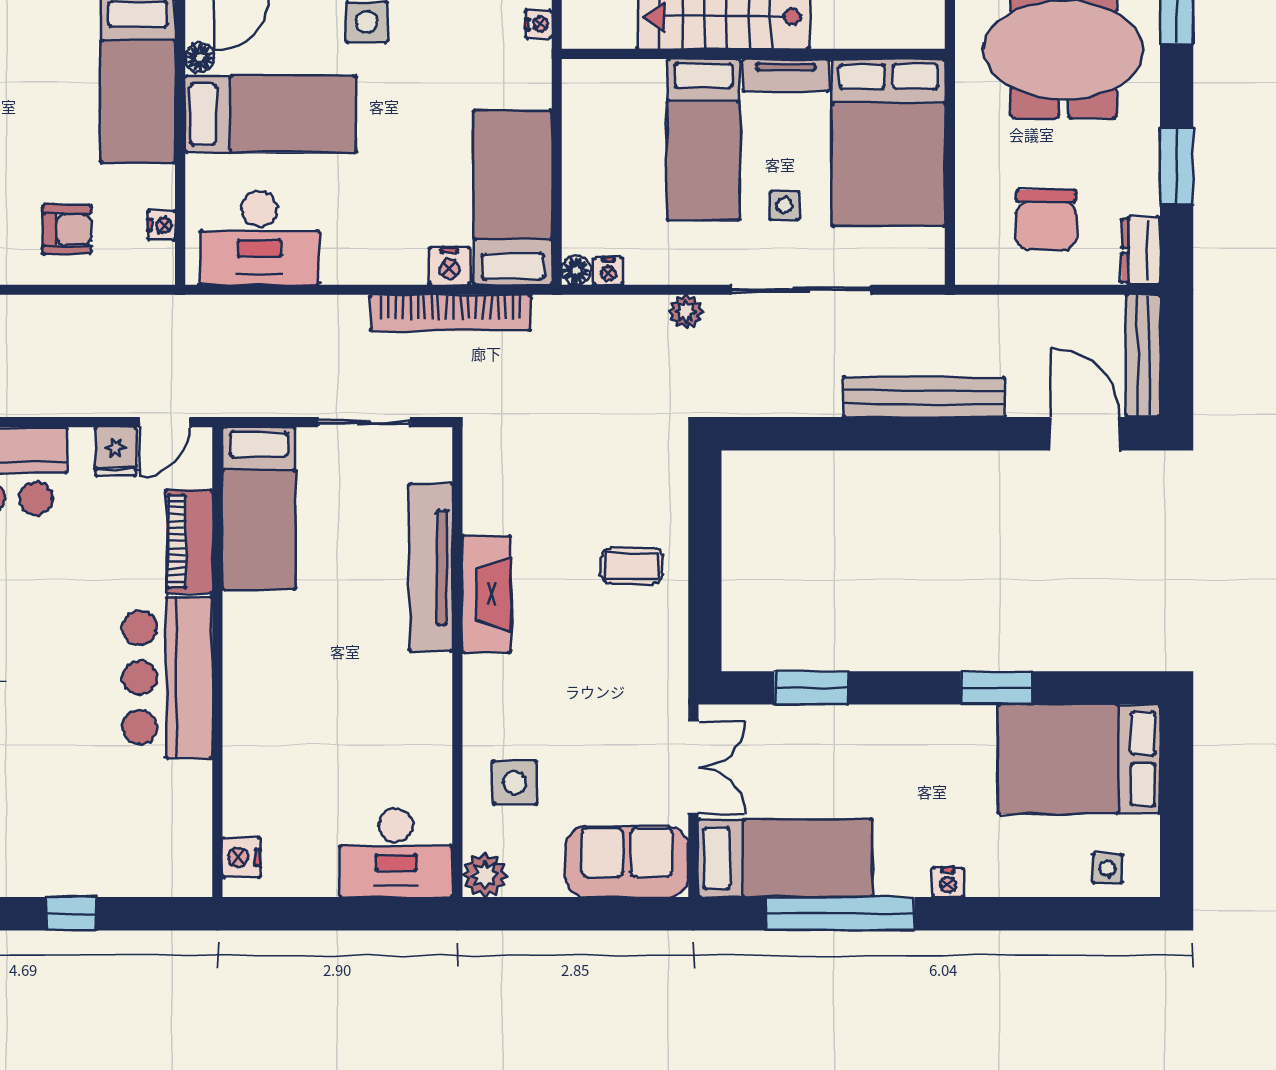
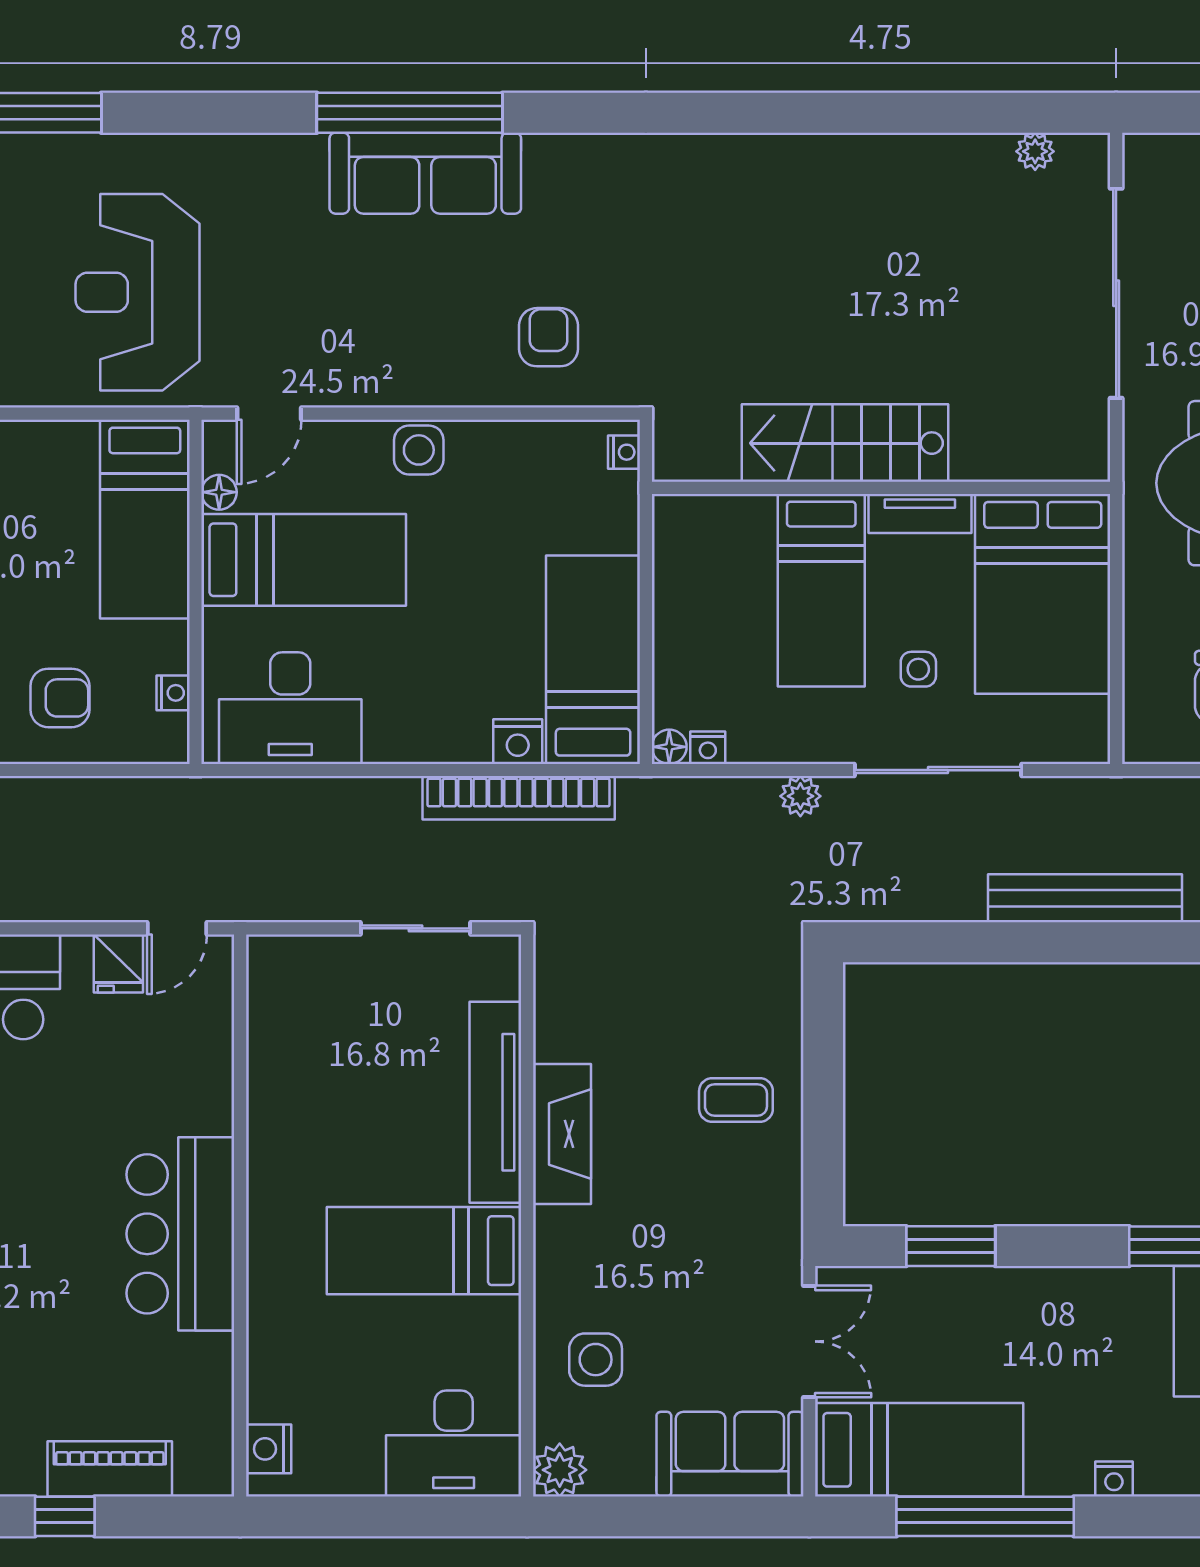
bed: (259, 508) -> (424, 1251), moved, turned 90
piano: (189, 541) -> (110, 1469), moved, turned 90

